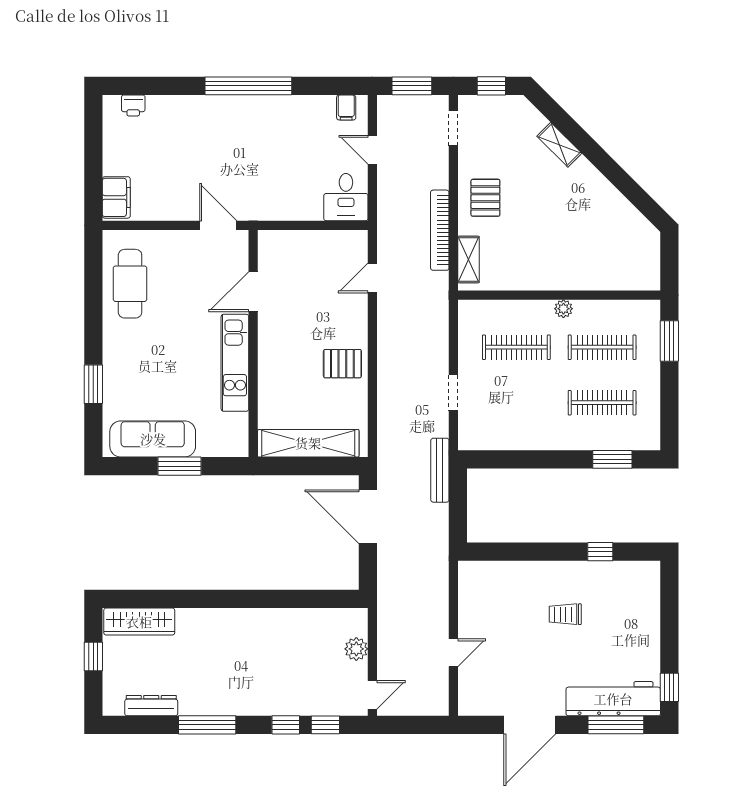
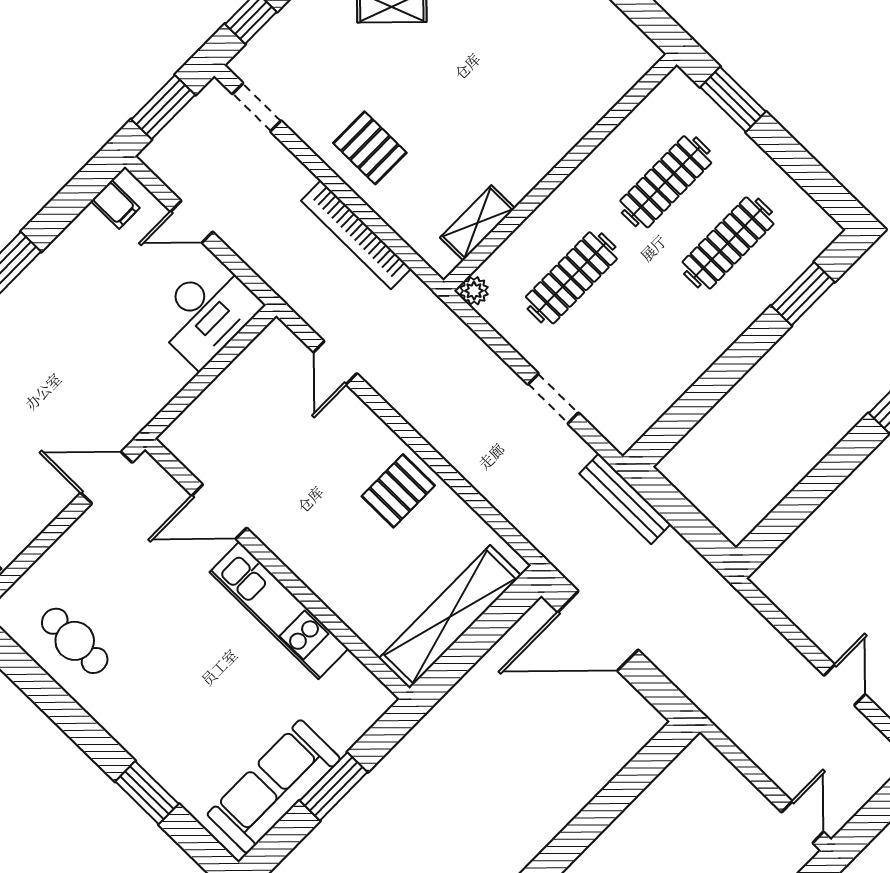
desk: (346, 197) -> (206, 313), width x1.37
shelving: (468, 260) -> (477, 223), moved, turned 90
cafe table: (130, 284) -> (75, 641), width x0.73, depth x0.74
door: (253, 292) -> (219, 512), hinge flipped
plant: (563, 309) -> (474, 291), moved
plant: (356, 649) -> (733, 790), removed

